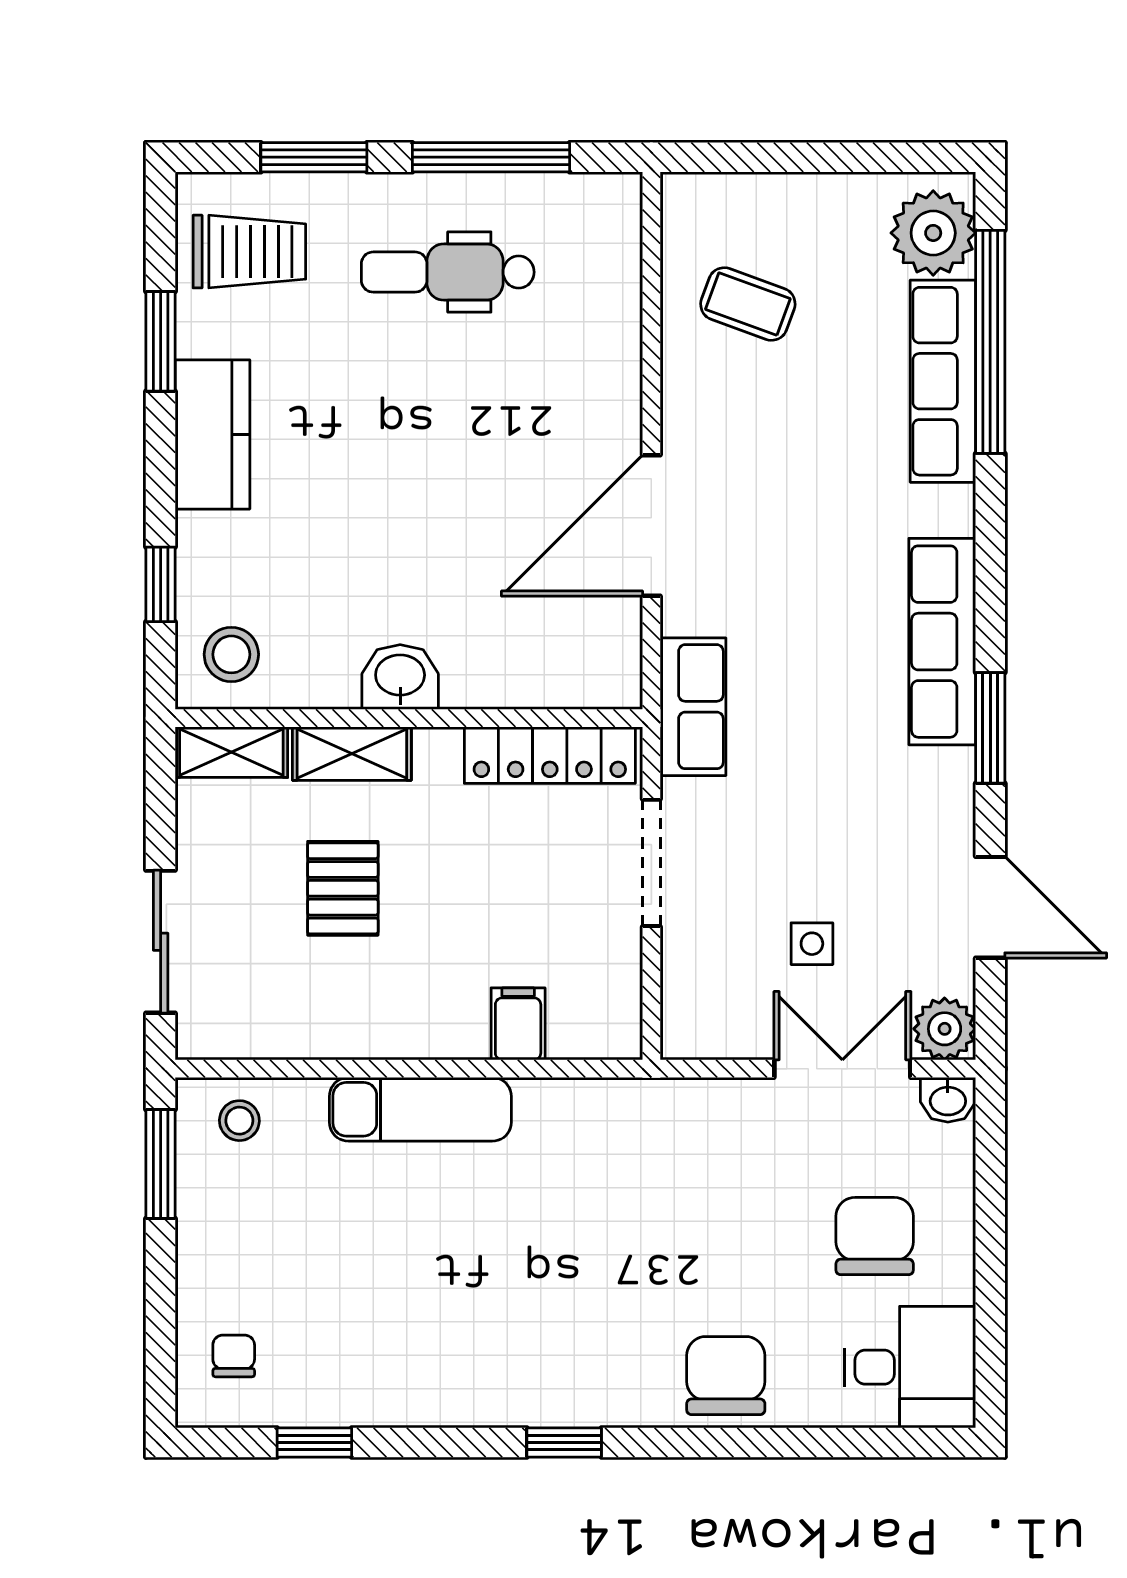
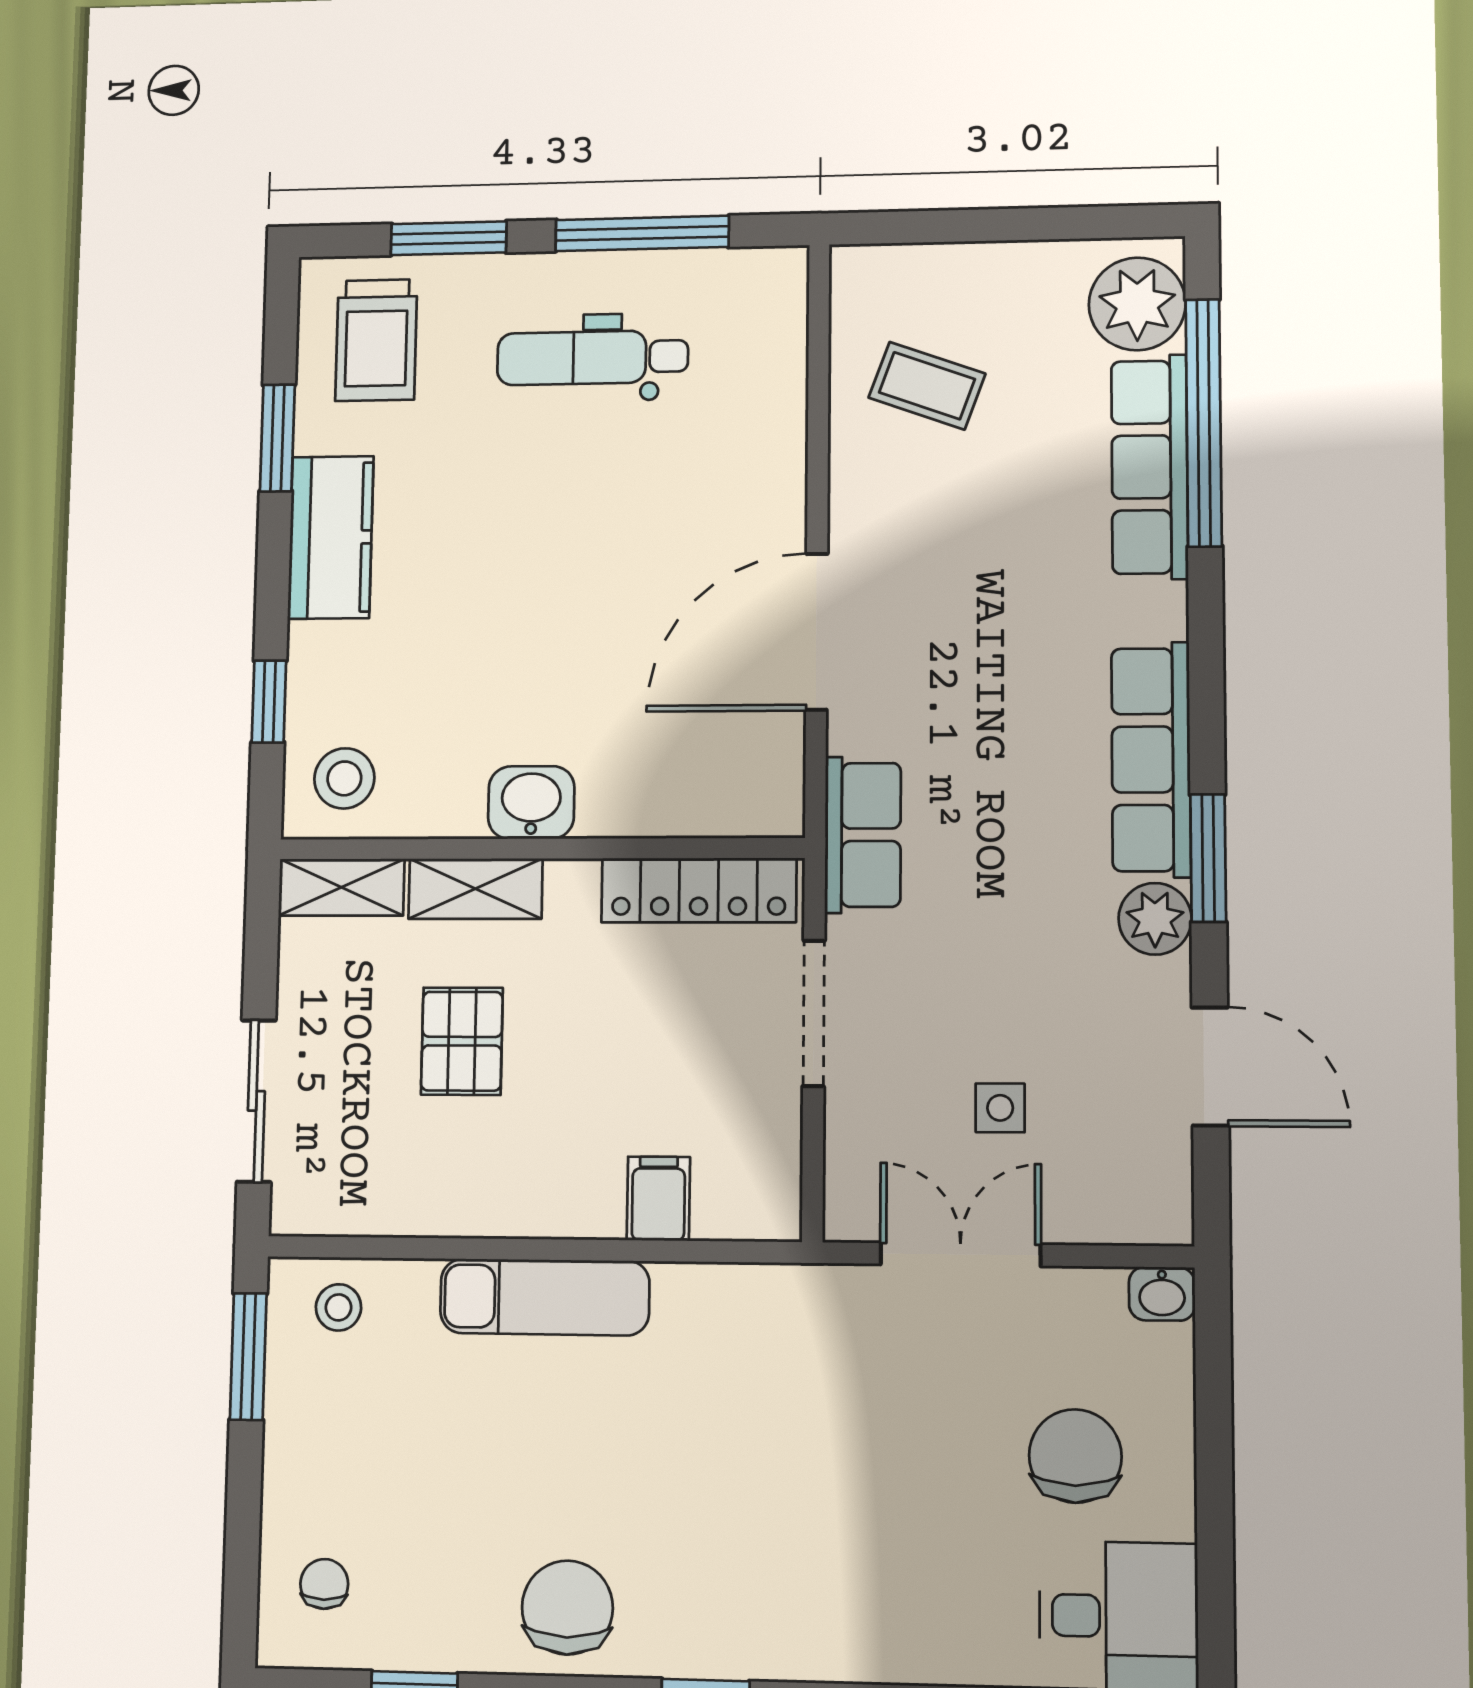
trolley: (249, 252) -> (376, 340), turned 90
plant: (945, 1029) -> (1155, 919), moved
double door: (842, 1069) -> (960, 1254), moved
chair: (726, 1376) -> (567, 1608), moved

